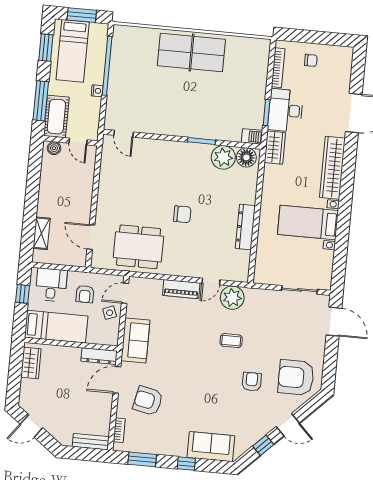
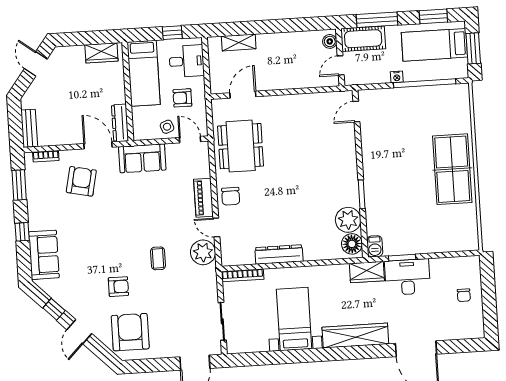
bookcase: (278, 68) -> (243, 275), moved
chair: (182, 214) -> (231, 196), moved

